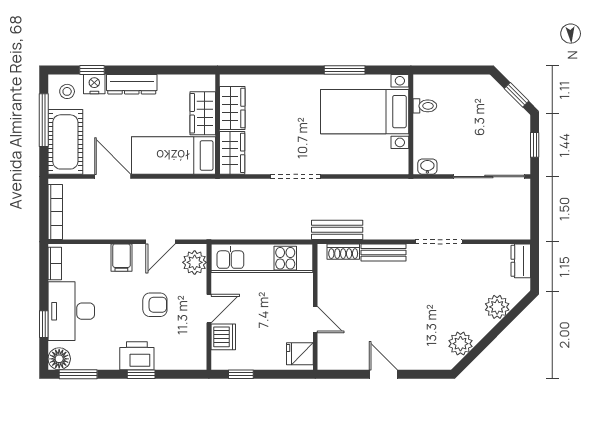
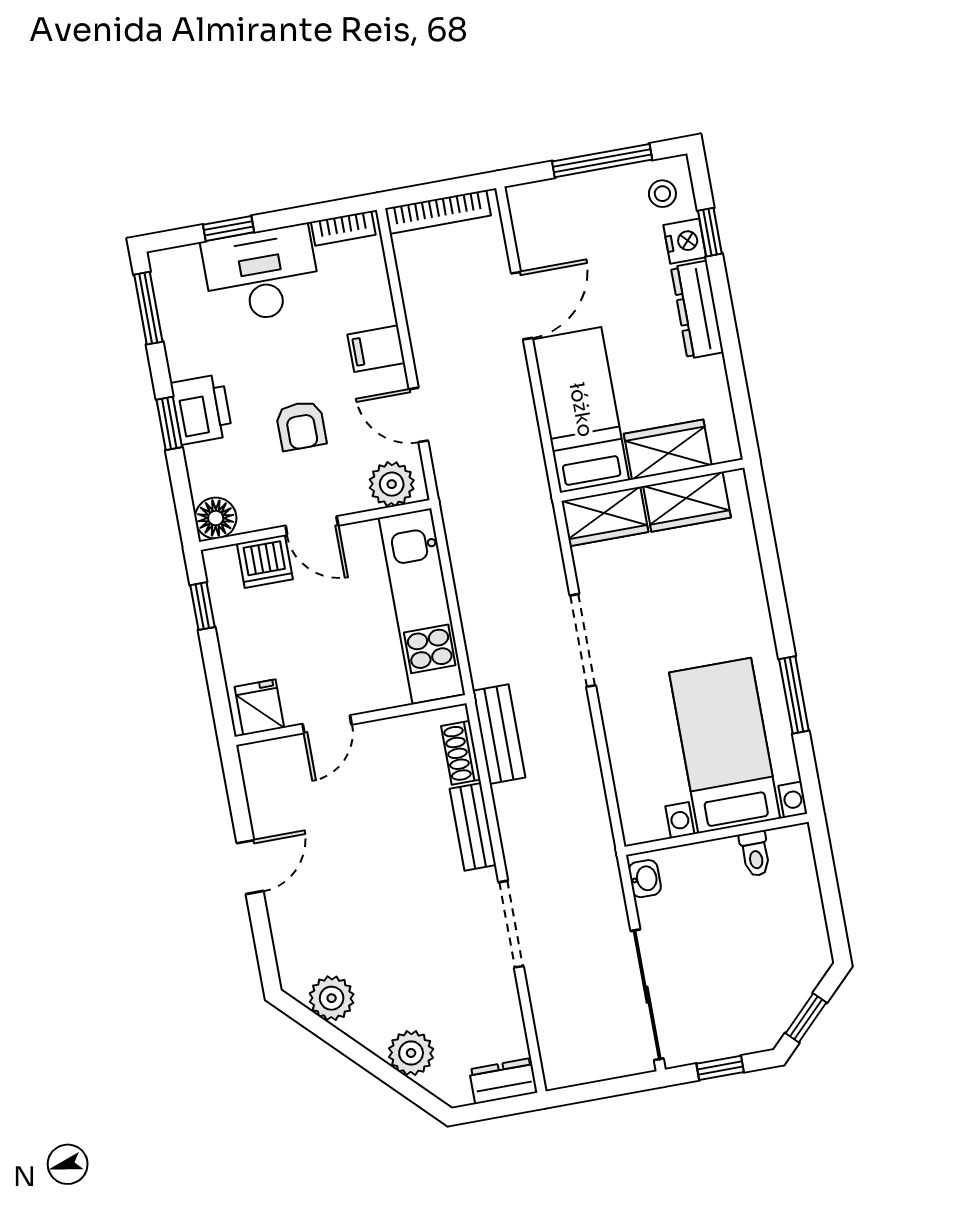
cot: (65, 142) -> (569, 207), removed
floor lamp: (59, 359) -> (216, 518), moved

